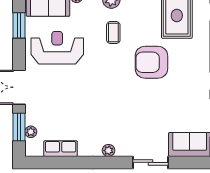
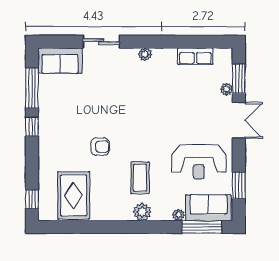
coffee table: (113, 33) -> (140, 178), width x1.36, depth x1.30
armchair: (151, 62) -> (100, 147), width x0.53, depth x0.53
plant: (31, 132) -> (226, 89), moved

